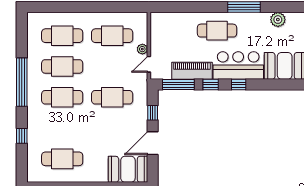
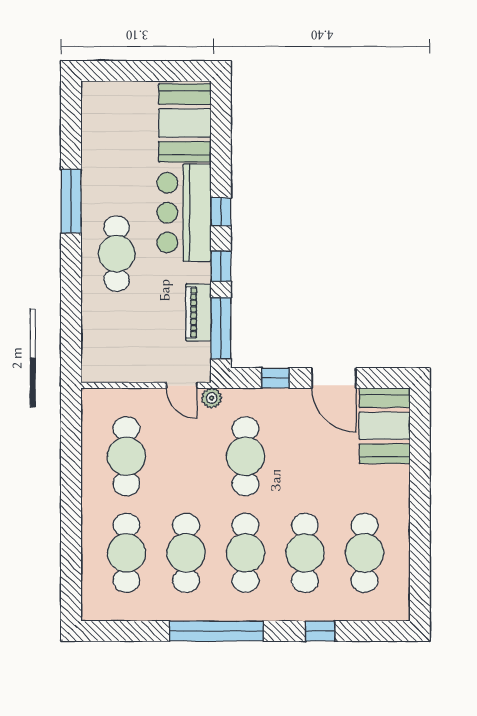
plant: (278, 20) -> (95, 136), removed
plant: (142, 49) -> (212, 398), moved
piano: (192, 71) -> (198, 312), width x0.73, depth x0.75
cafe table: (62, 128) -> (305, 553), added

